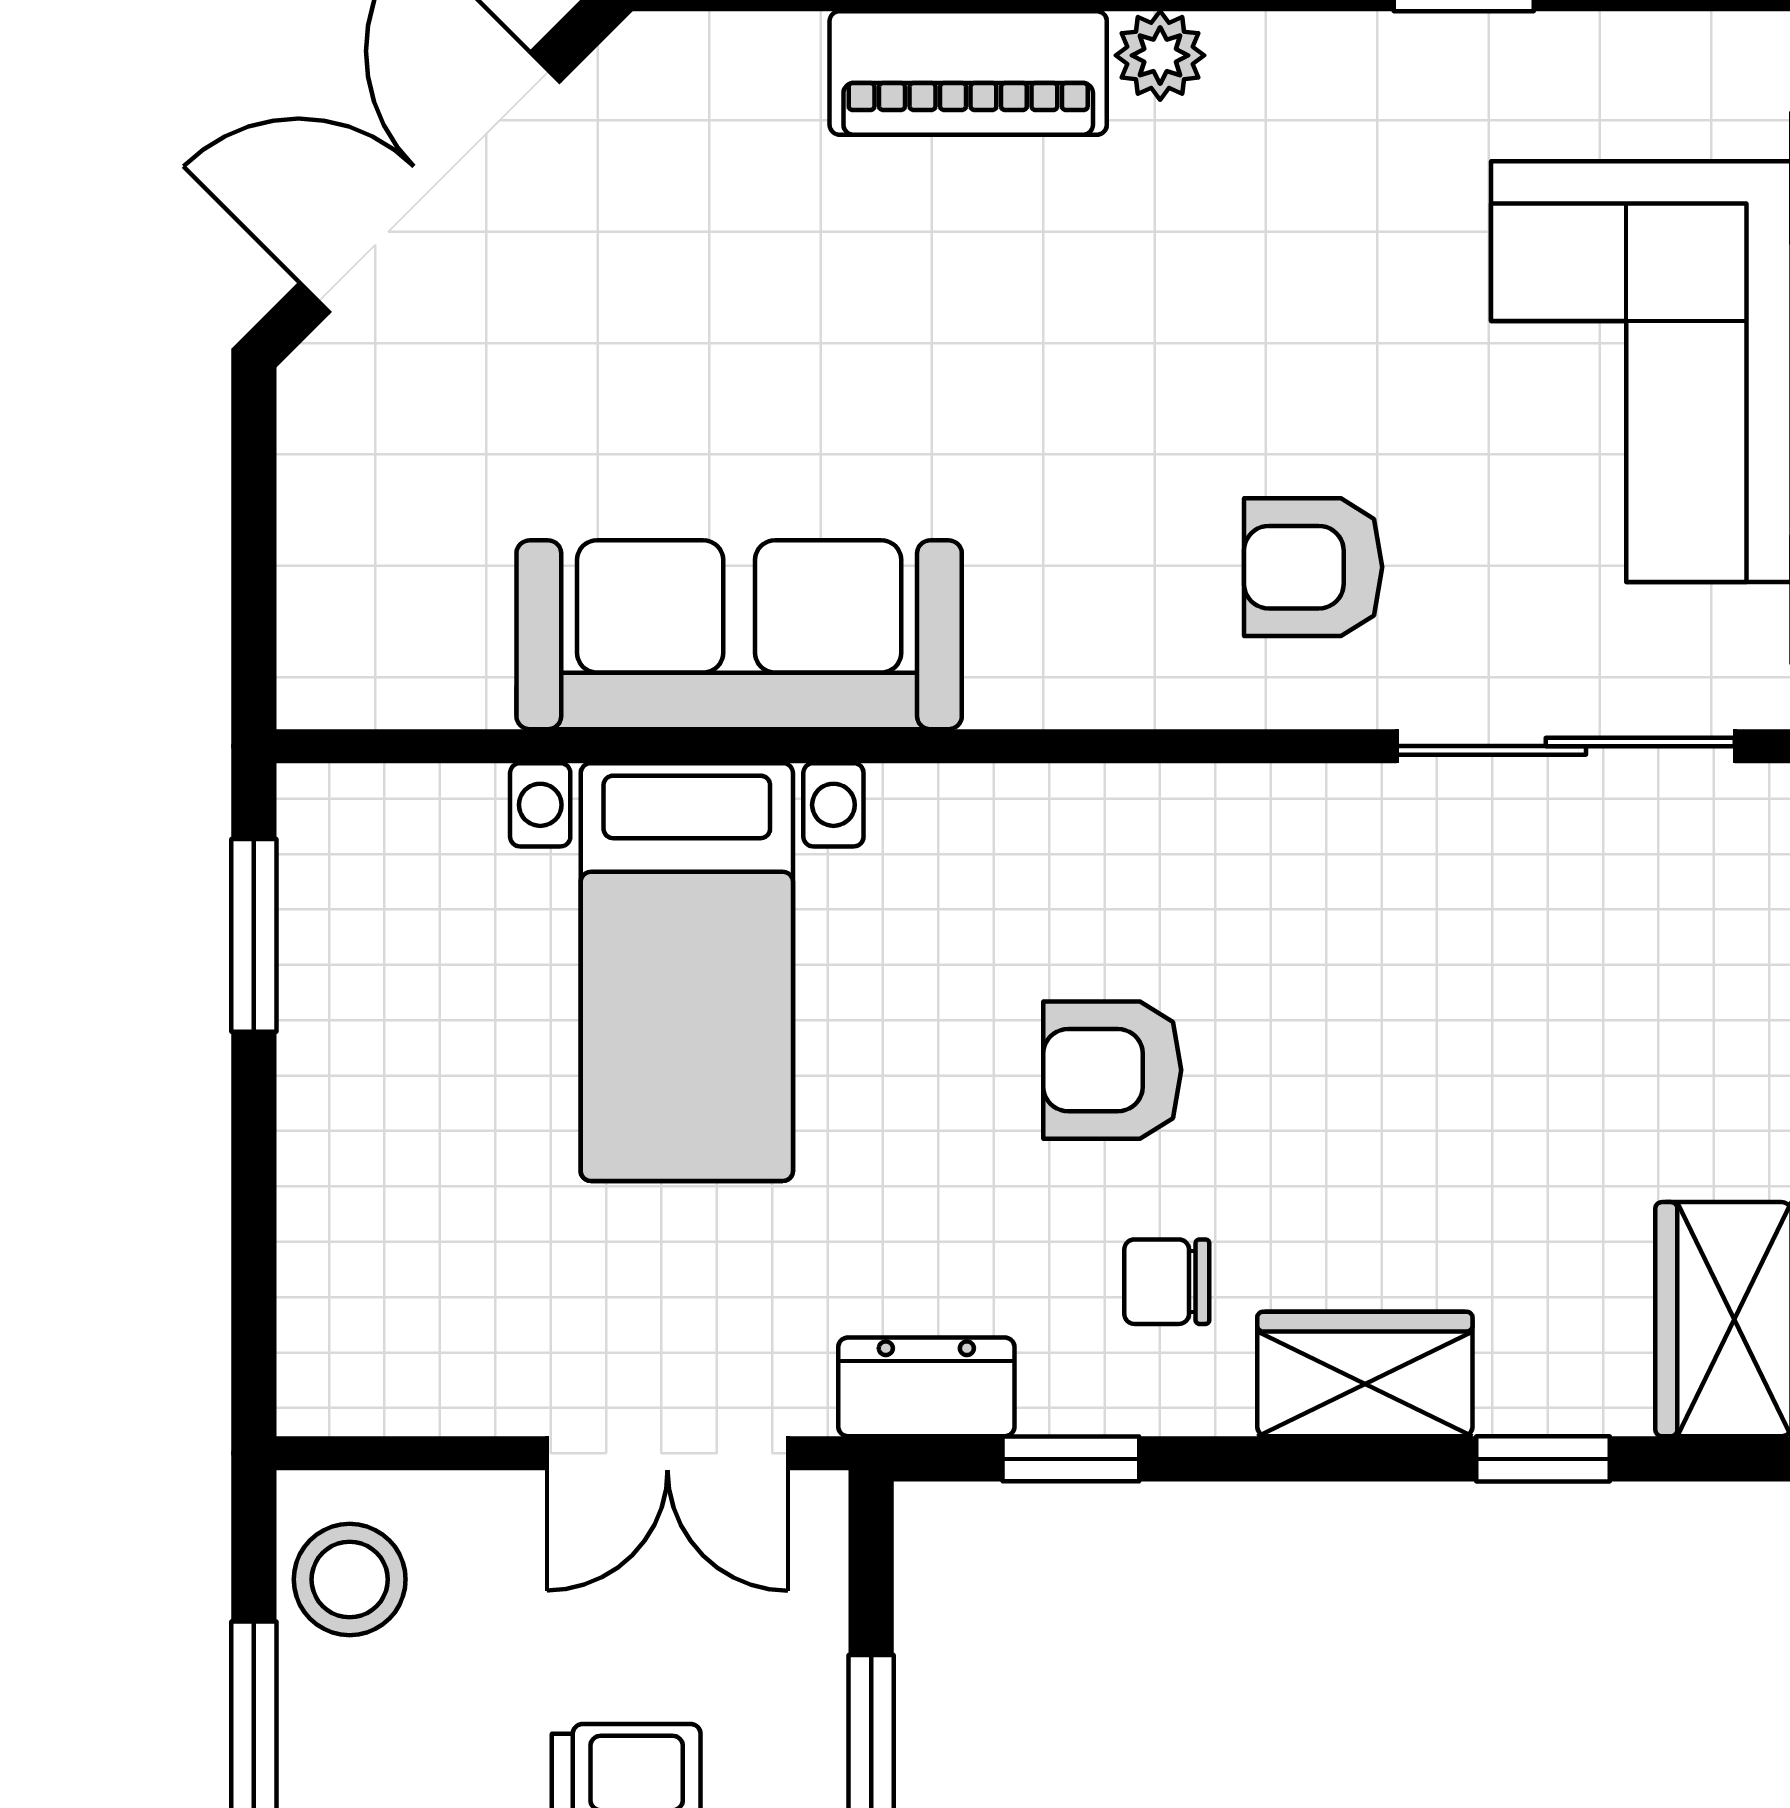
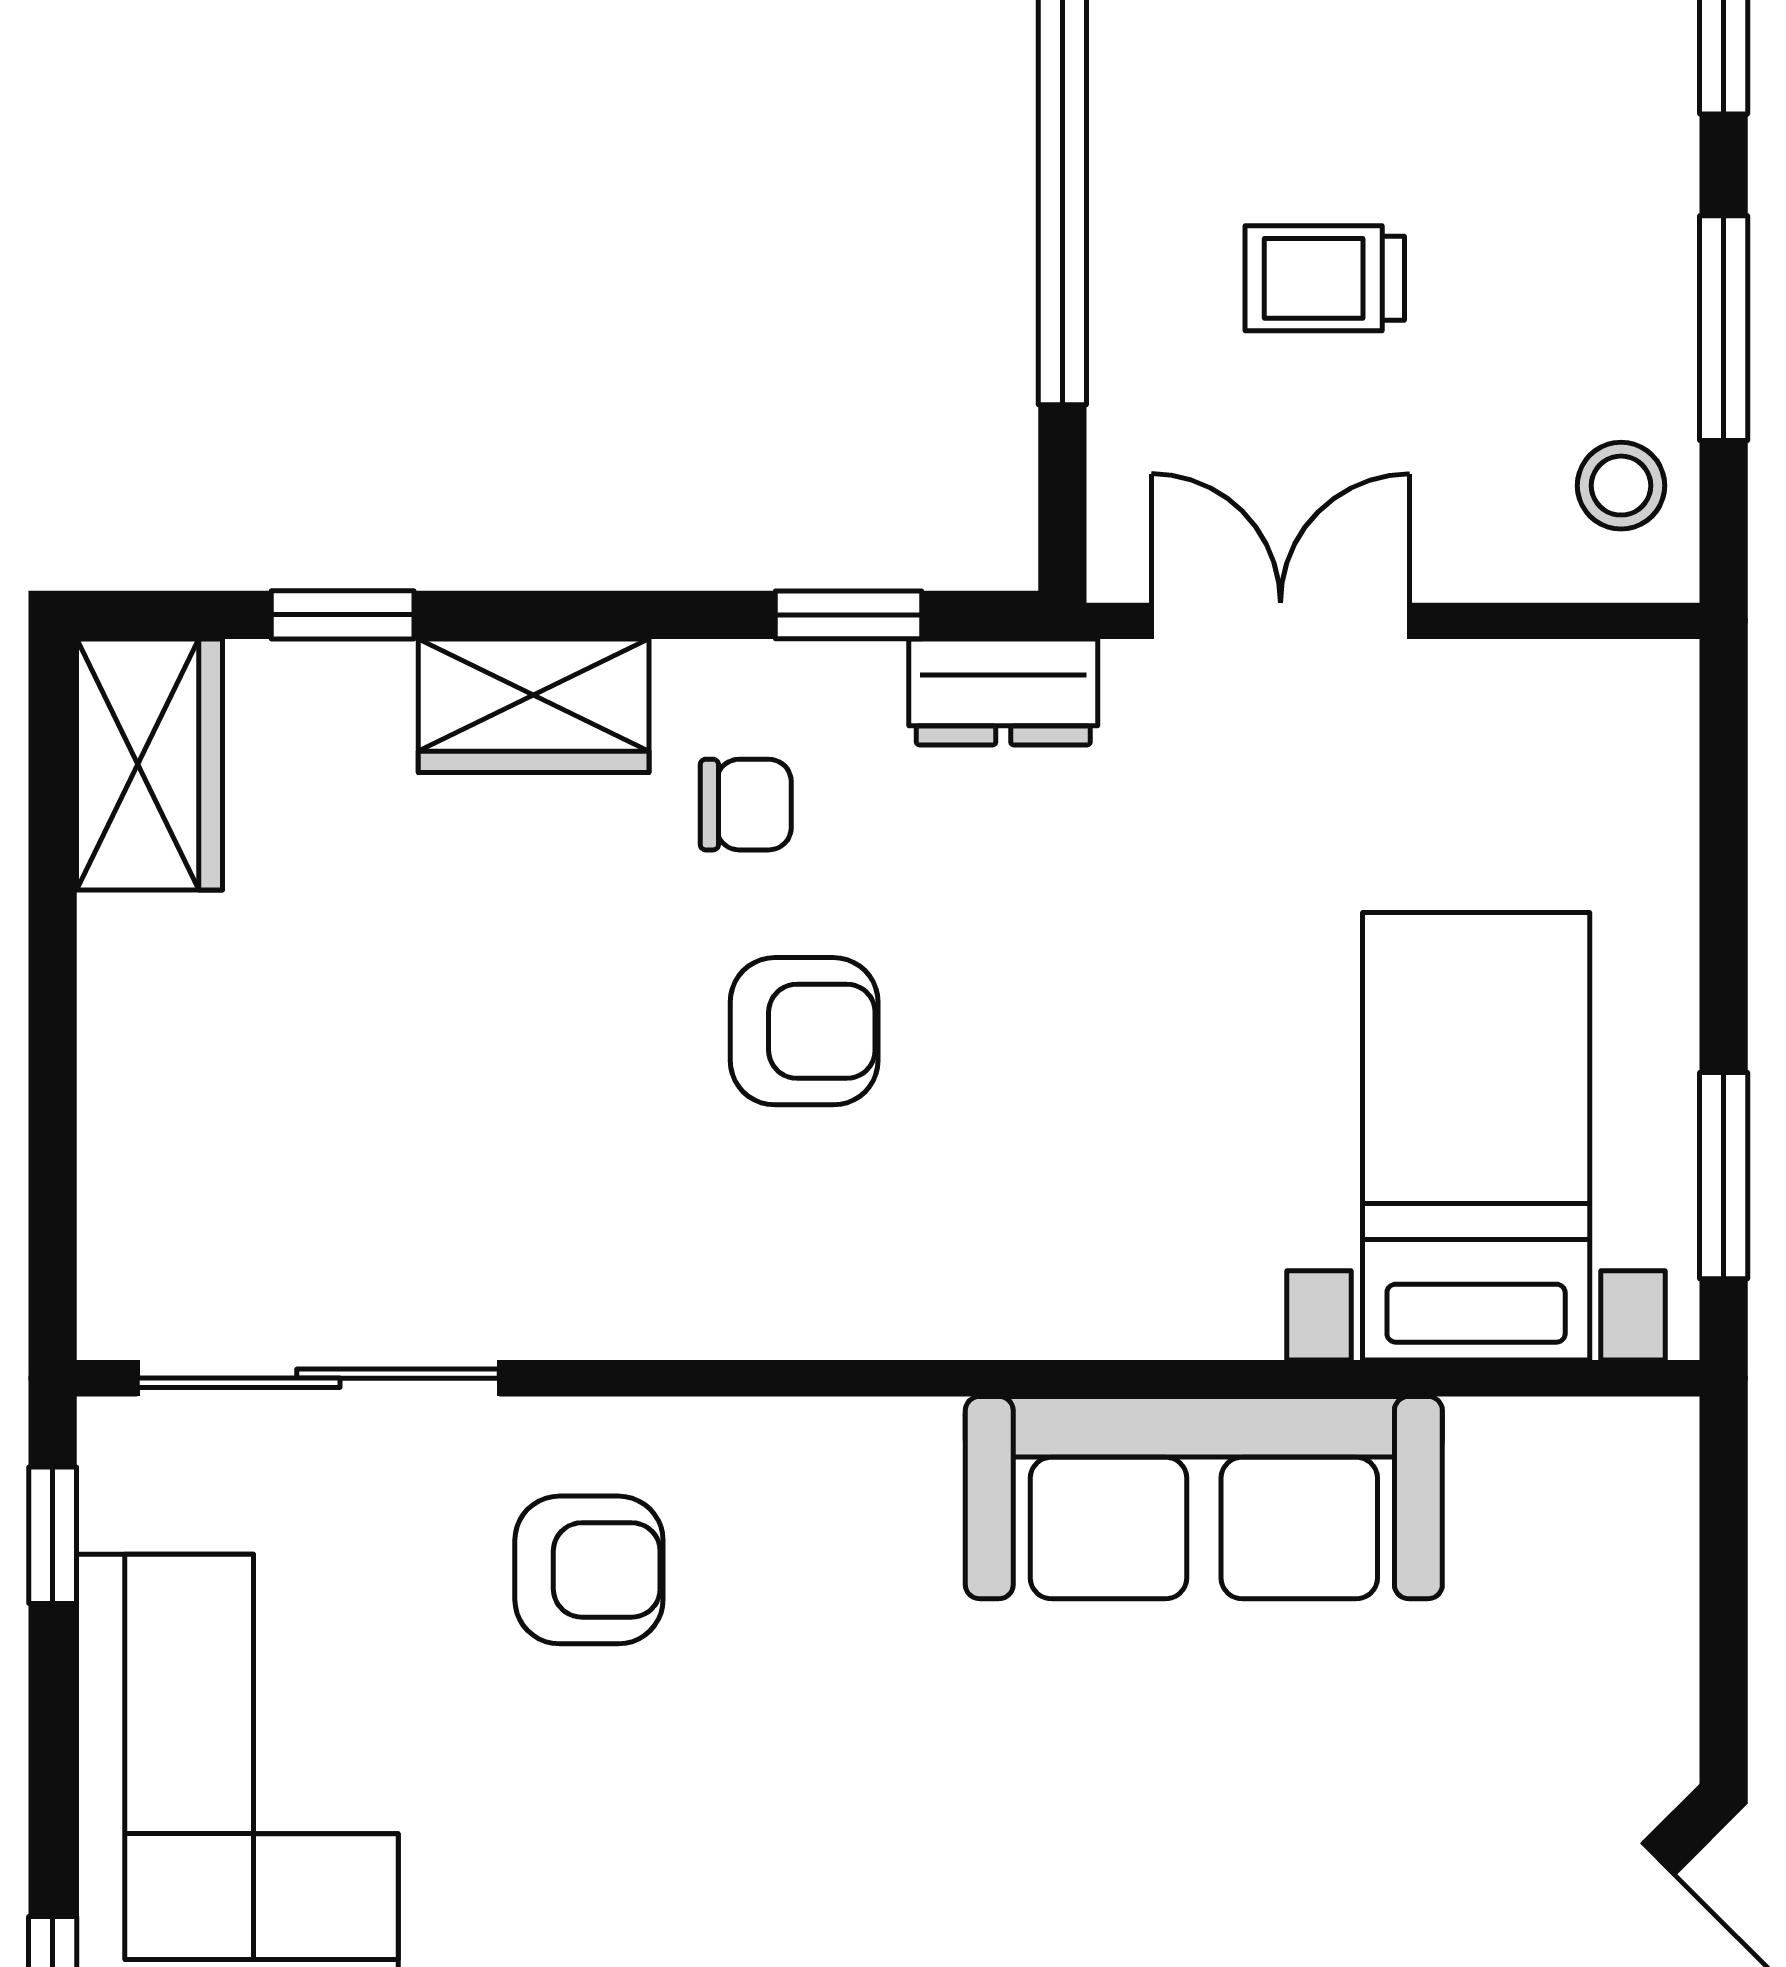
bed with nightstands: (687, 972) -> (1476, 1136), moved
stool: (350, 1579) -> (1621, 486), width x0.73, depth x0.73

